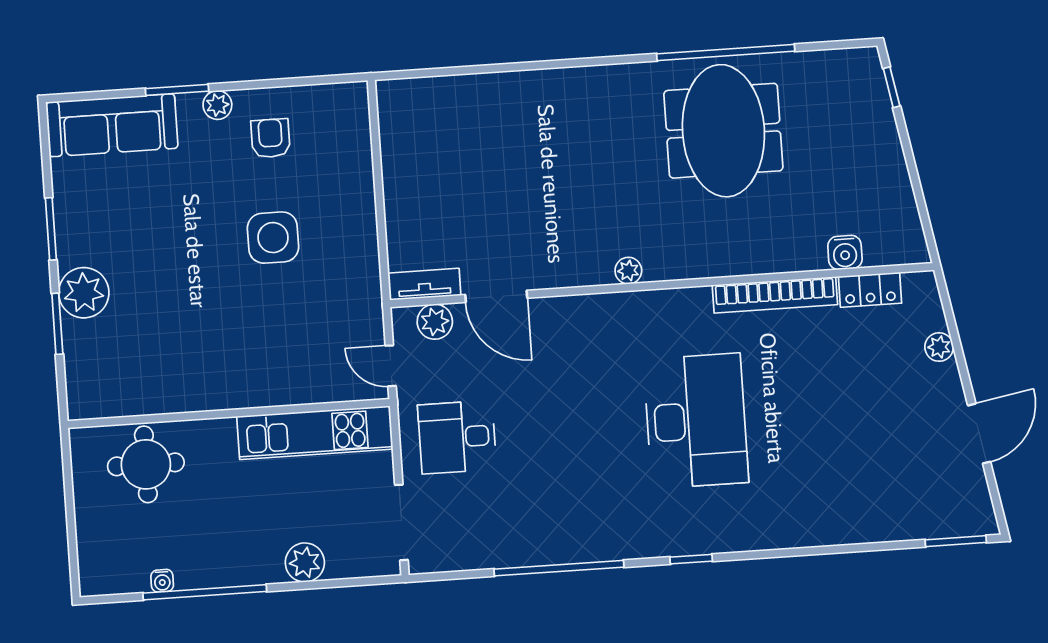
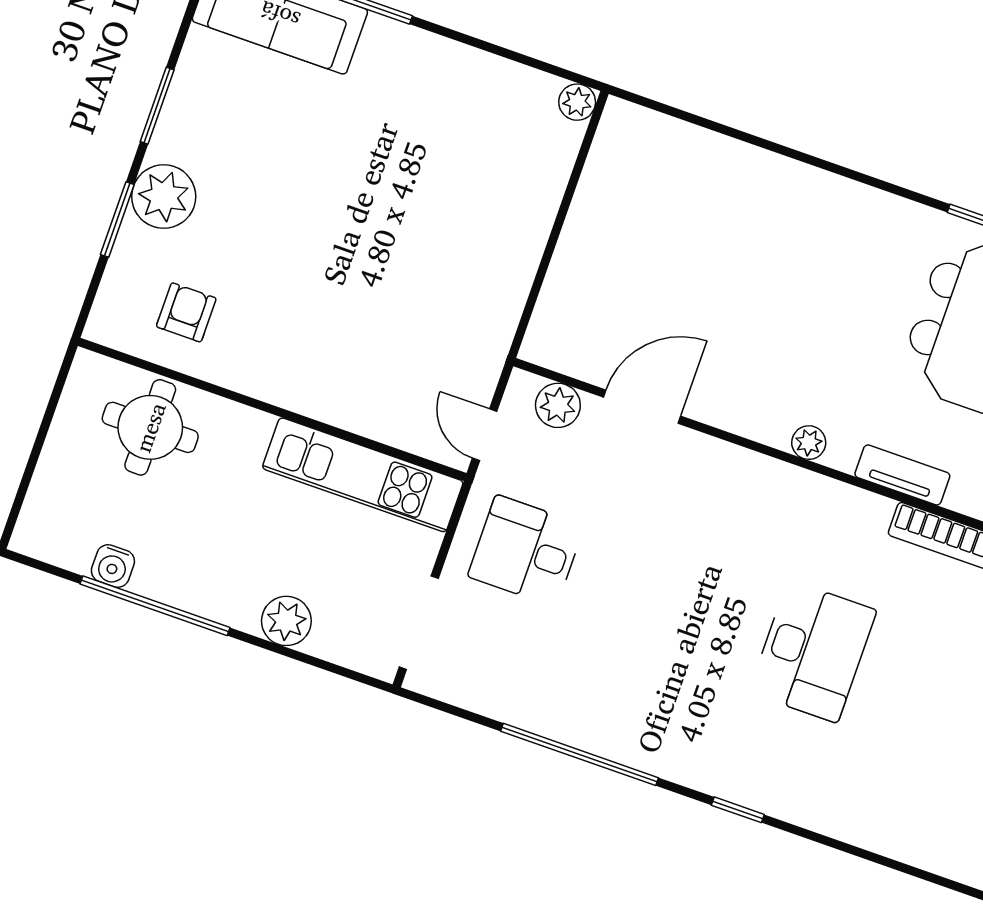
plant: (217, 105) -> (577, 102), moved
armchair: (270, 138) -> (186, 312), moved
side table: (273, 238) -> (411, 227), removed
tv unit: (424, 284) -> (902, 475), moved
door: (496, 296) -> (642, 407), swing flipped
desk: (696, 421) -> (813, 651), width x0.73, depth x0.77
water cooler: (162, 581) -> (113, 566), width x1.38, depth x1.38

